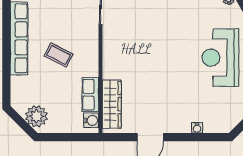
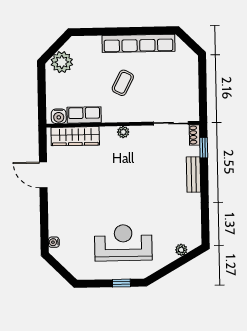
plant: (108, 56) -> (123, 132), added
water cooler: (197, 128) -> (54, 242), moved

